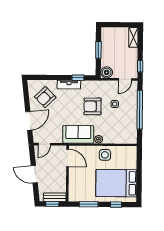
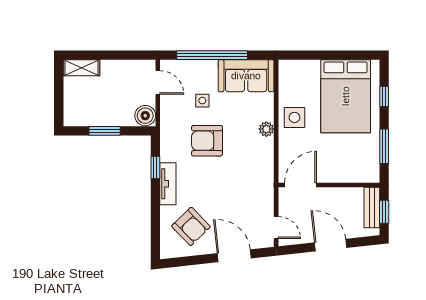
window: (140, 66) -> (134, 55), removed
armchair: (92, 106) -> (207, 141), turned 90
sofa: (78, 134) -> (246, 76), moved, turned -90
door: (34, 174) -> (331, 245), swing flipped

